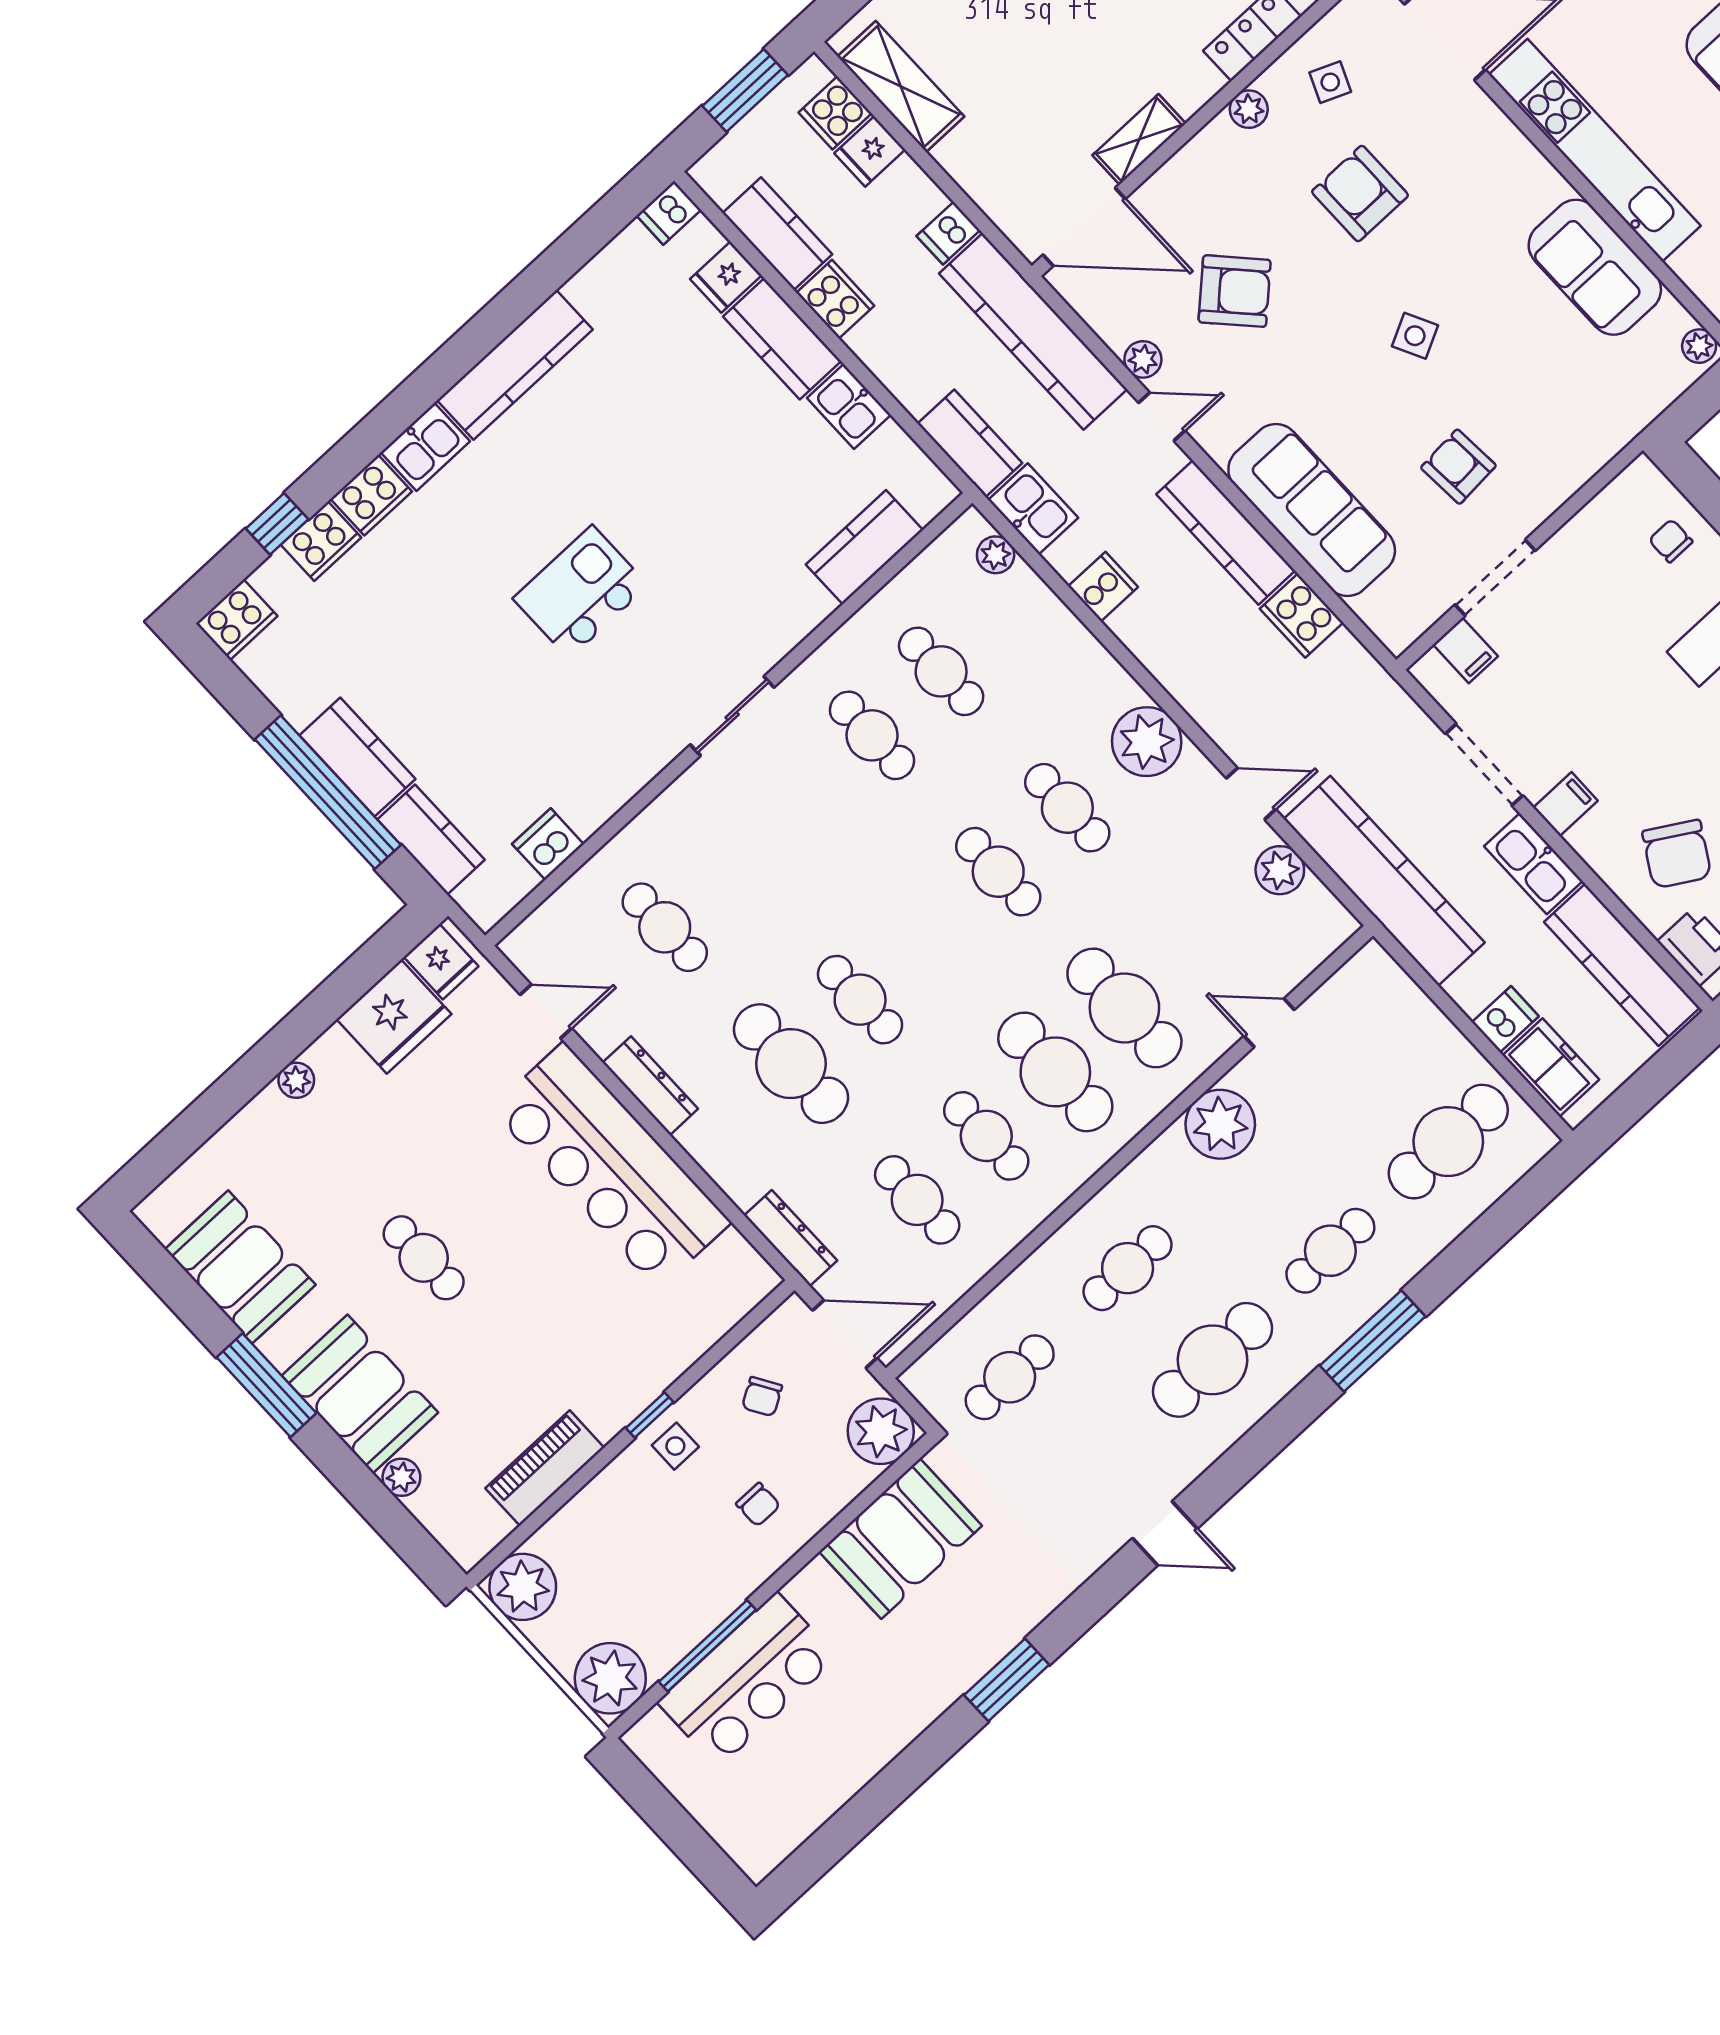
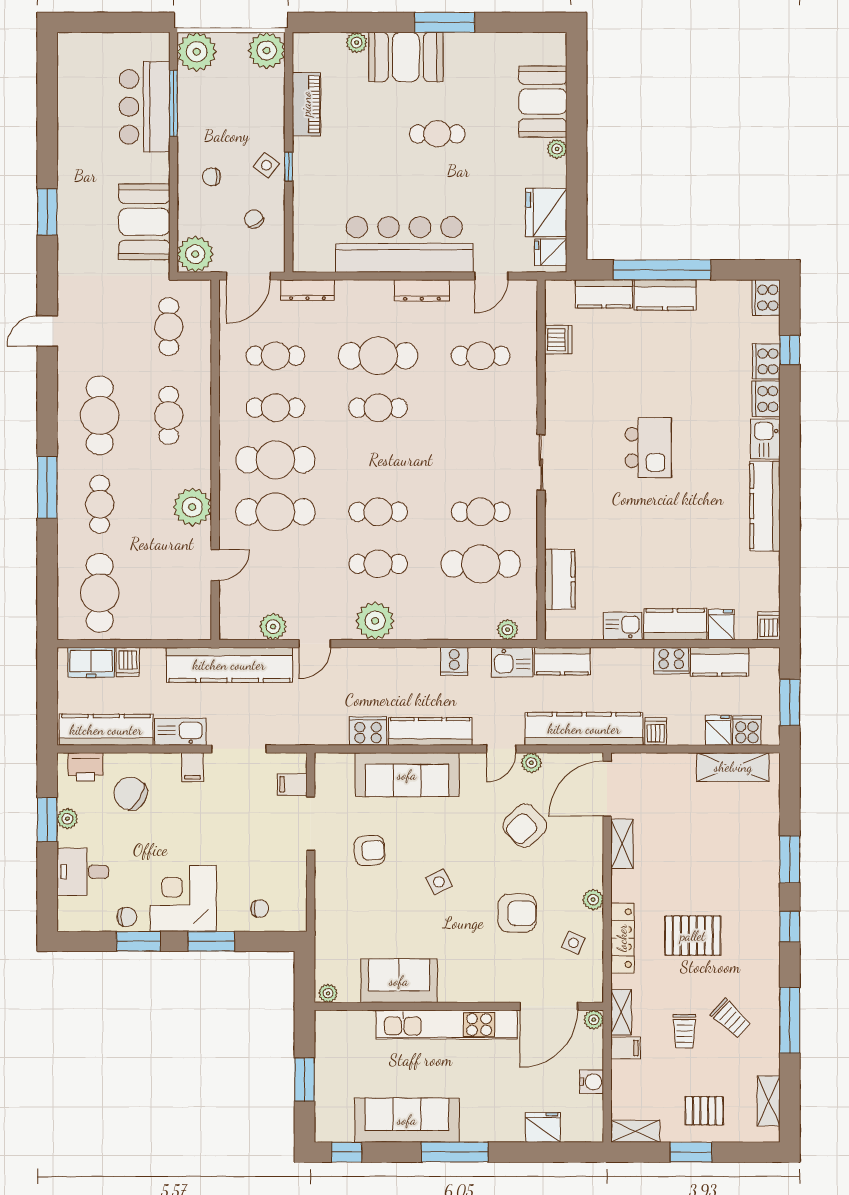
cafe table: (941, 671) -> (481, 564), width x1.37, depth x1.35
booth: (240, 1267) -> (543, 102), moved, turned 90
side table: (675, 1446) -> (266, 165), turned 38

